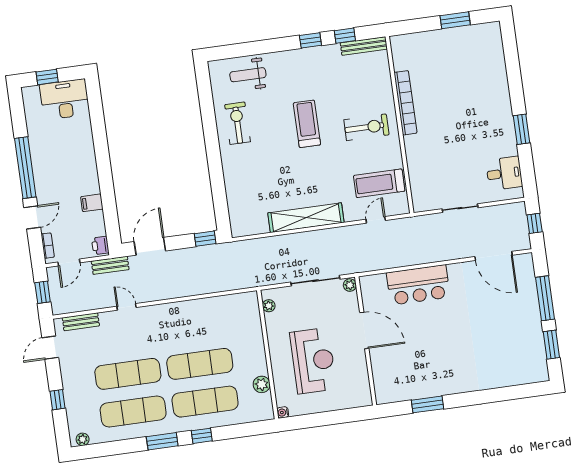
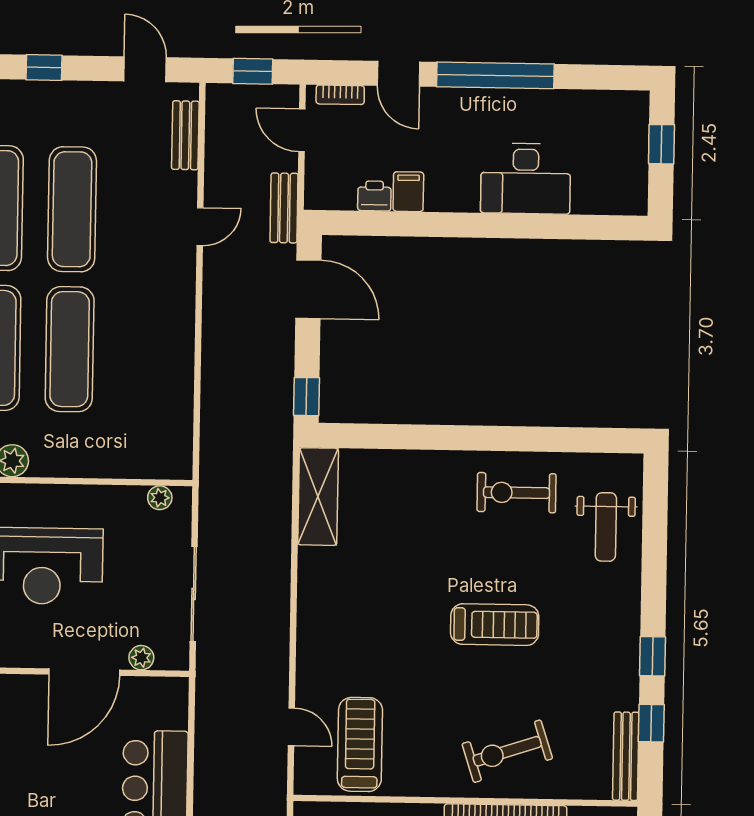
weight bench: (248, 75) -> (606, 527), turned 180
desk: (65, 99) -> (526, 179), moved, turned 90
exercise bike: (237, 123) -> (517, 493), turned 180
exercise bike: (366, 127) -> (507, 751), moved, turned 72
shelving: (306, 218) -> (318, 497), moved, width x0.68
printer: (100, 245) -> (374, 196), moved
plant: (350, 285) -> (141, 658), moved

